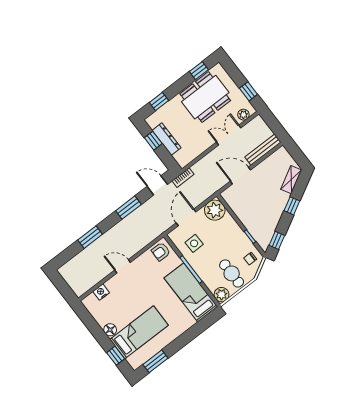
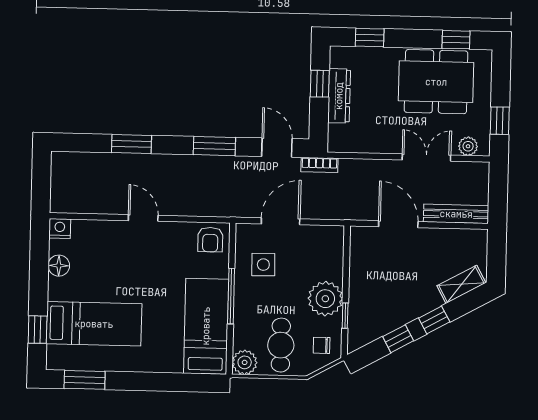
plant: (215, 210) -> (325, 299), moved
window: (277, 240) -> (398, 339), moved
armchair: (161, 252) -> (210, 240), turned -91
nightstand: (101, 292) -> (60, 228), moved
floor lamp: (110, 330) -> (59, 266), moved

